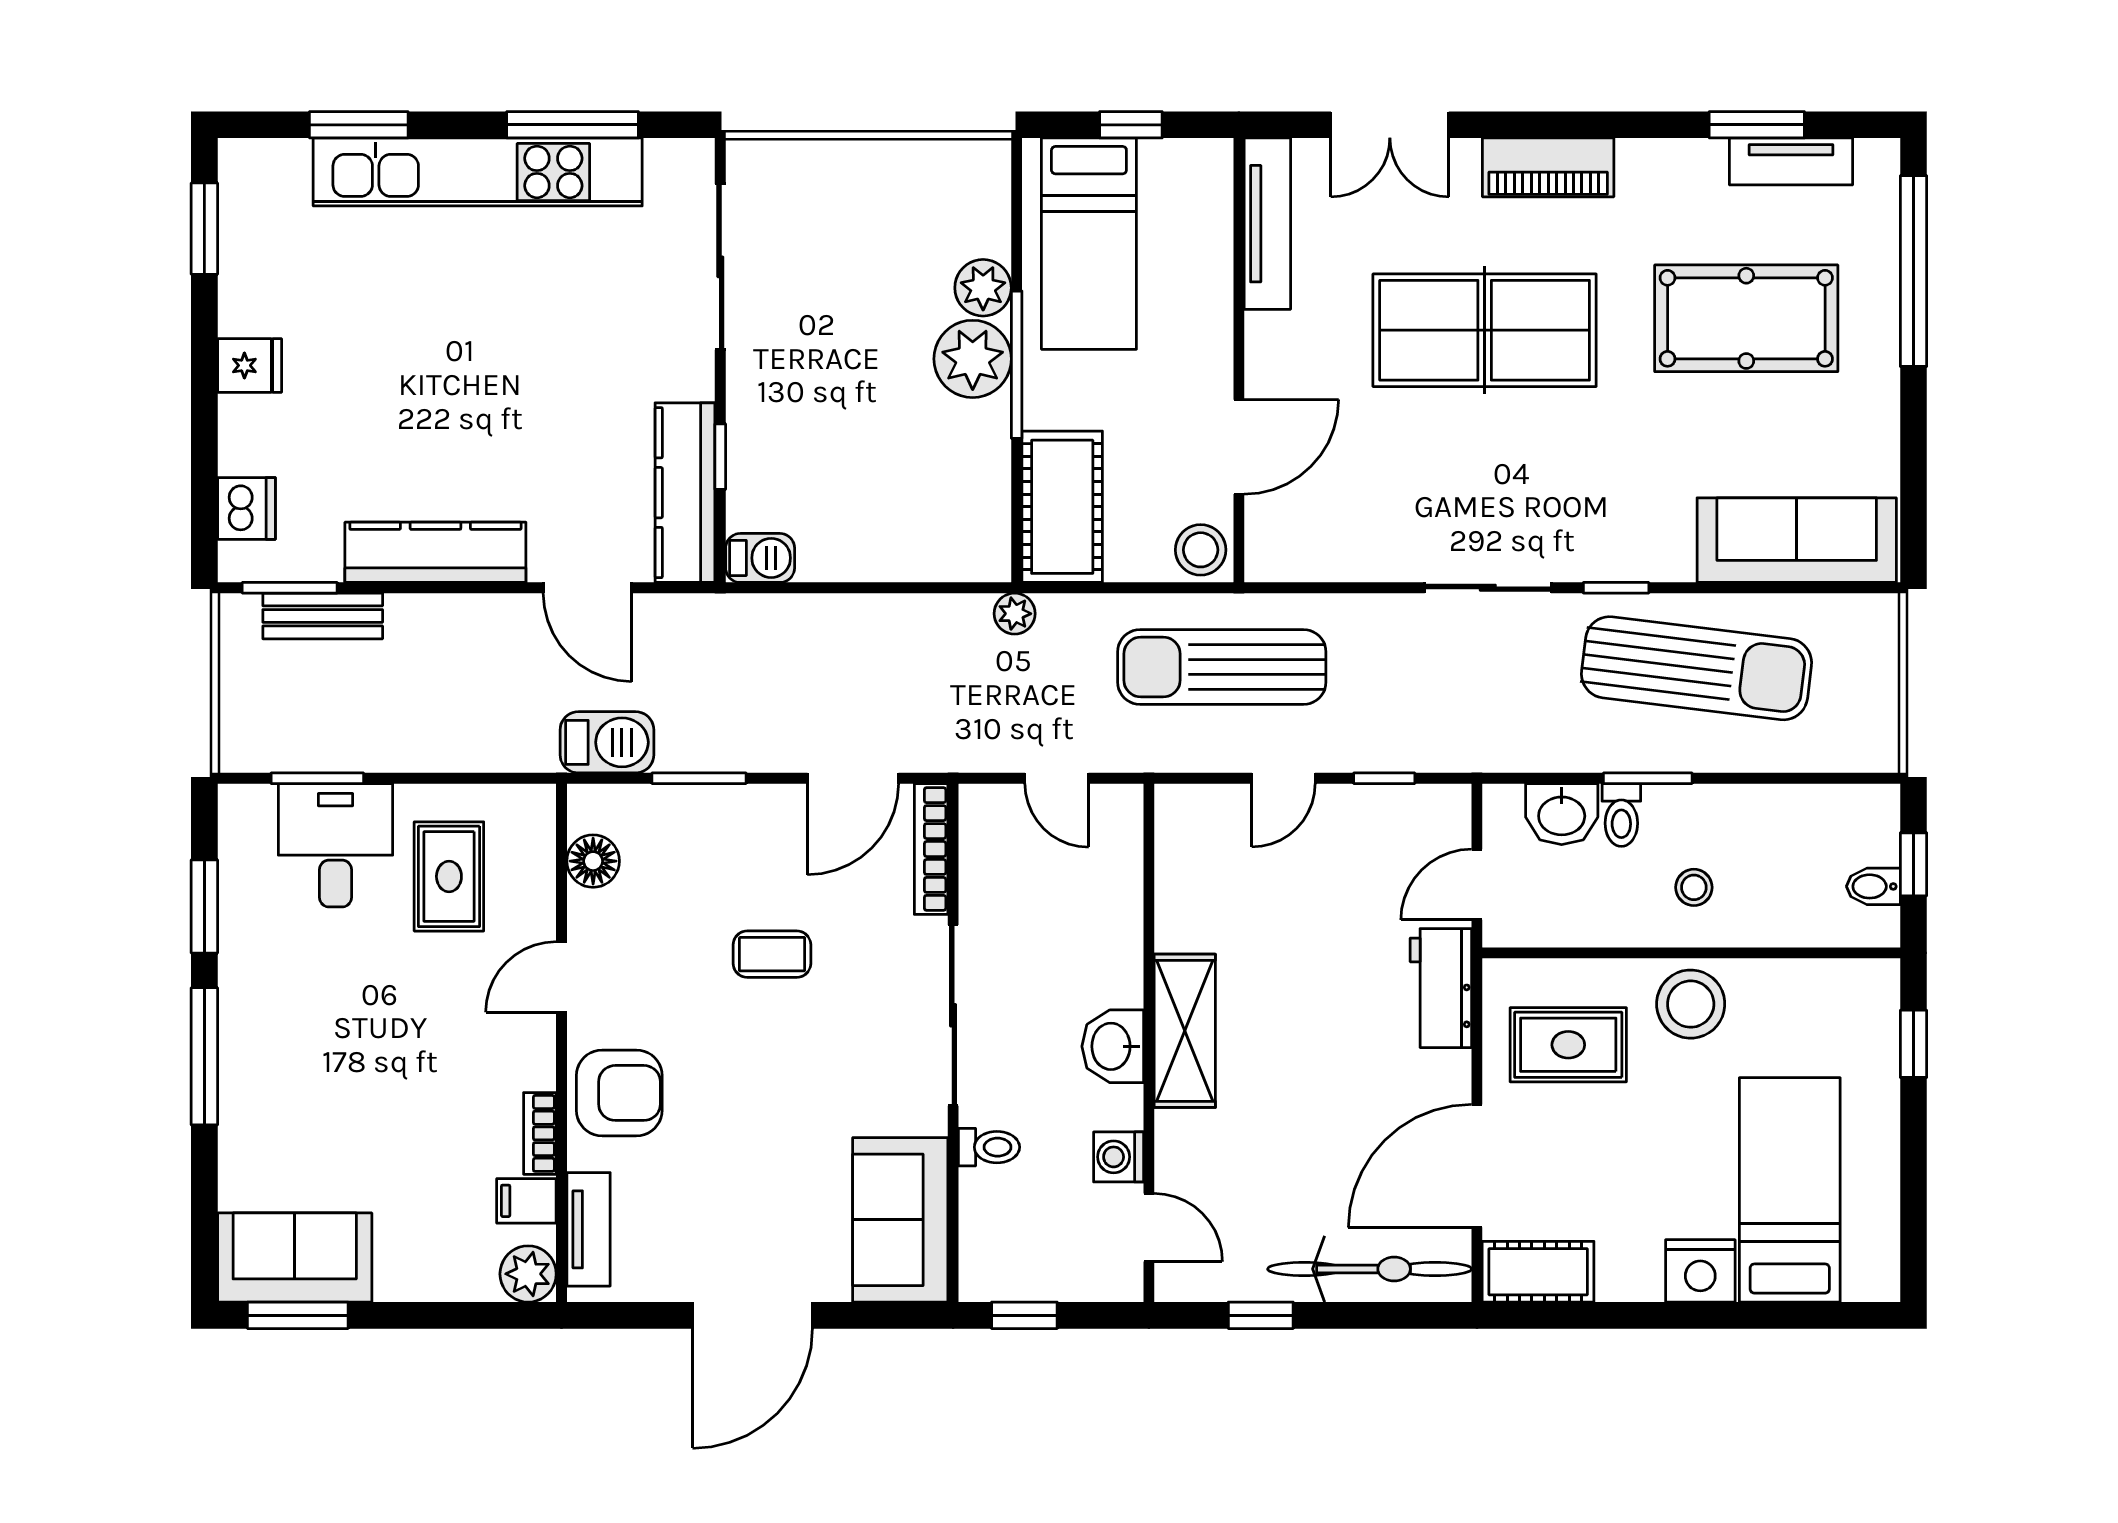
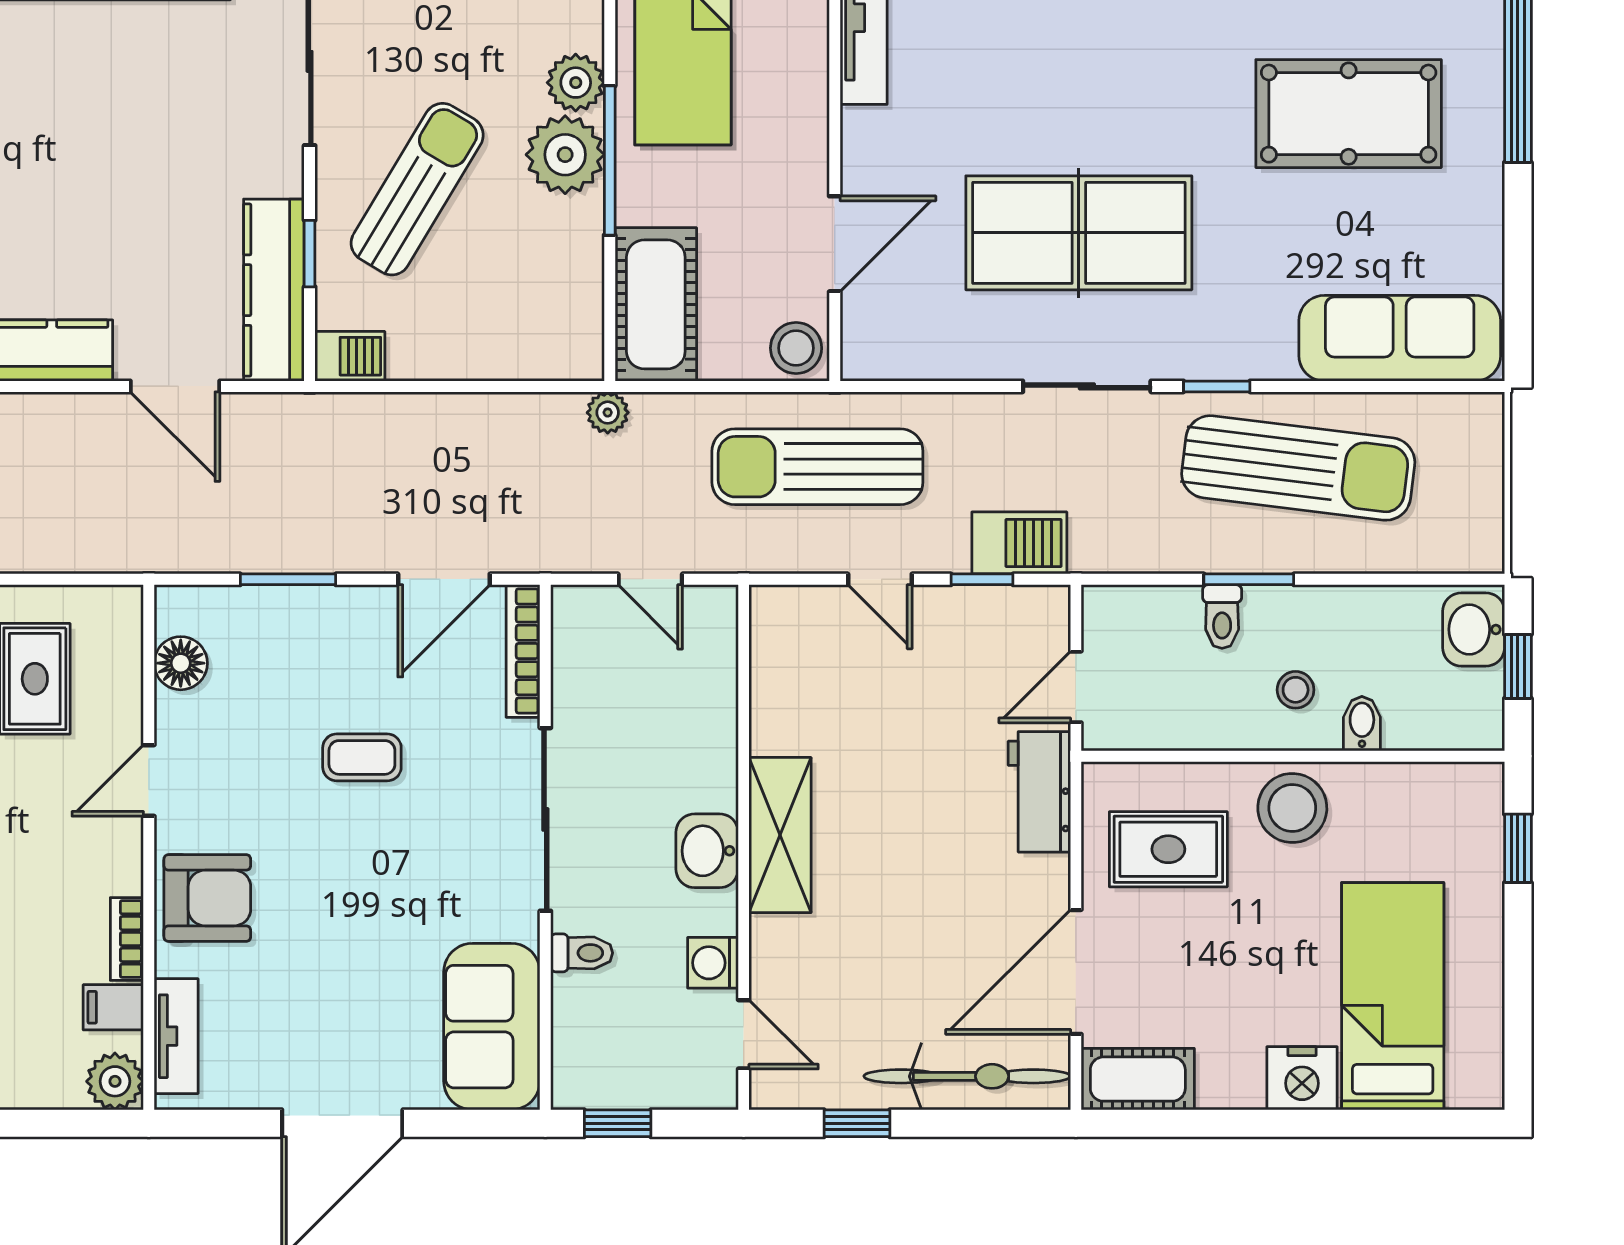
table tennis table: (1485, 330) -> (1079, 233), moved
sun lounger: (827, 393) -> (417, 189), added
barbecue: (607, 742) -> (1019, 543), moved
door: (1283, 778) -> (880, 579), hinge flipped
washbasin: (1562, 814) -> (1474, 629), moved, turned 90
bidet: (1873, 886) -> (1362, 724), moved, turned 90

